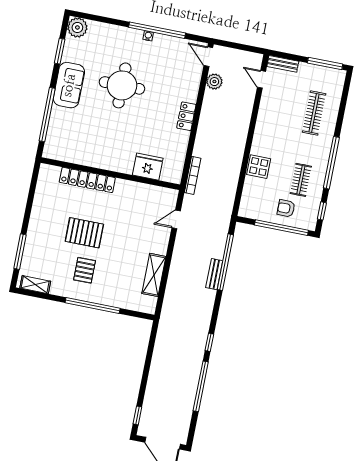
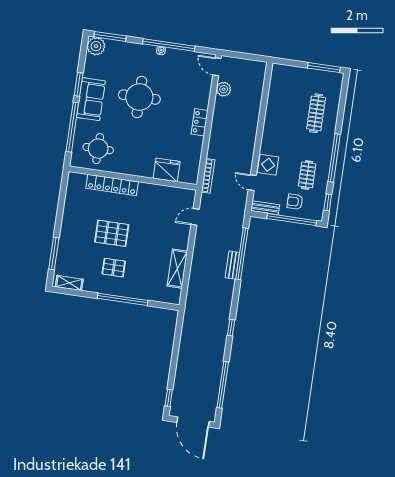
window: (93, 18) -> (110, 36), added
window: (60, 51) -> (79, 84), moved
bench: (283, 64) -> (265, 208), moved
door: (261, 79) -> (252, 183), moved
round table: (74, 139) -> (98, 149), added
pallet: (85, 270) -> (114, 268), turned 90
window: (201, 386) -> (223, 385), moved

